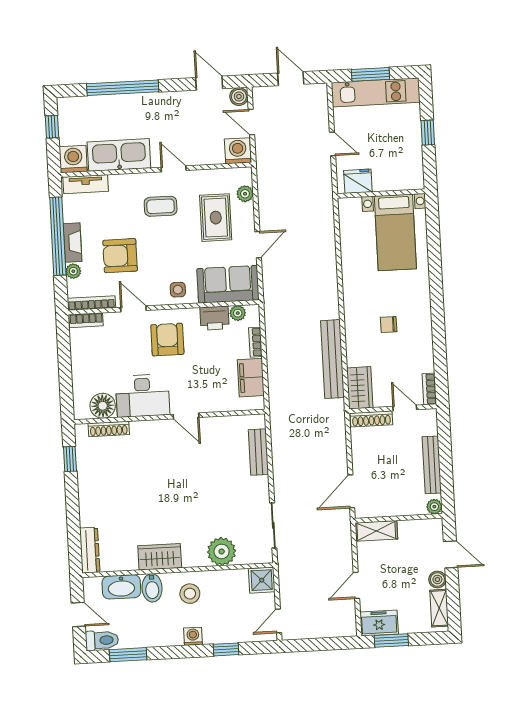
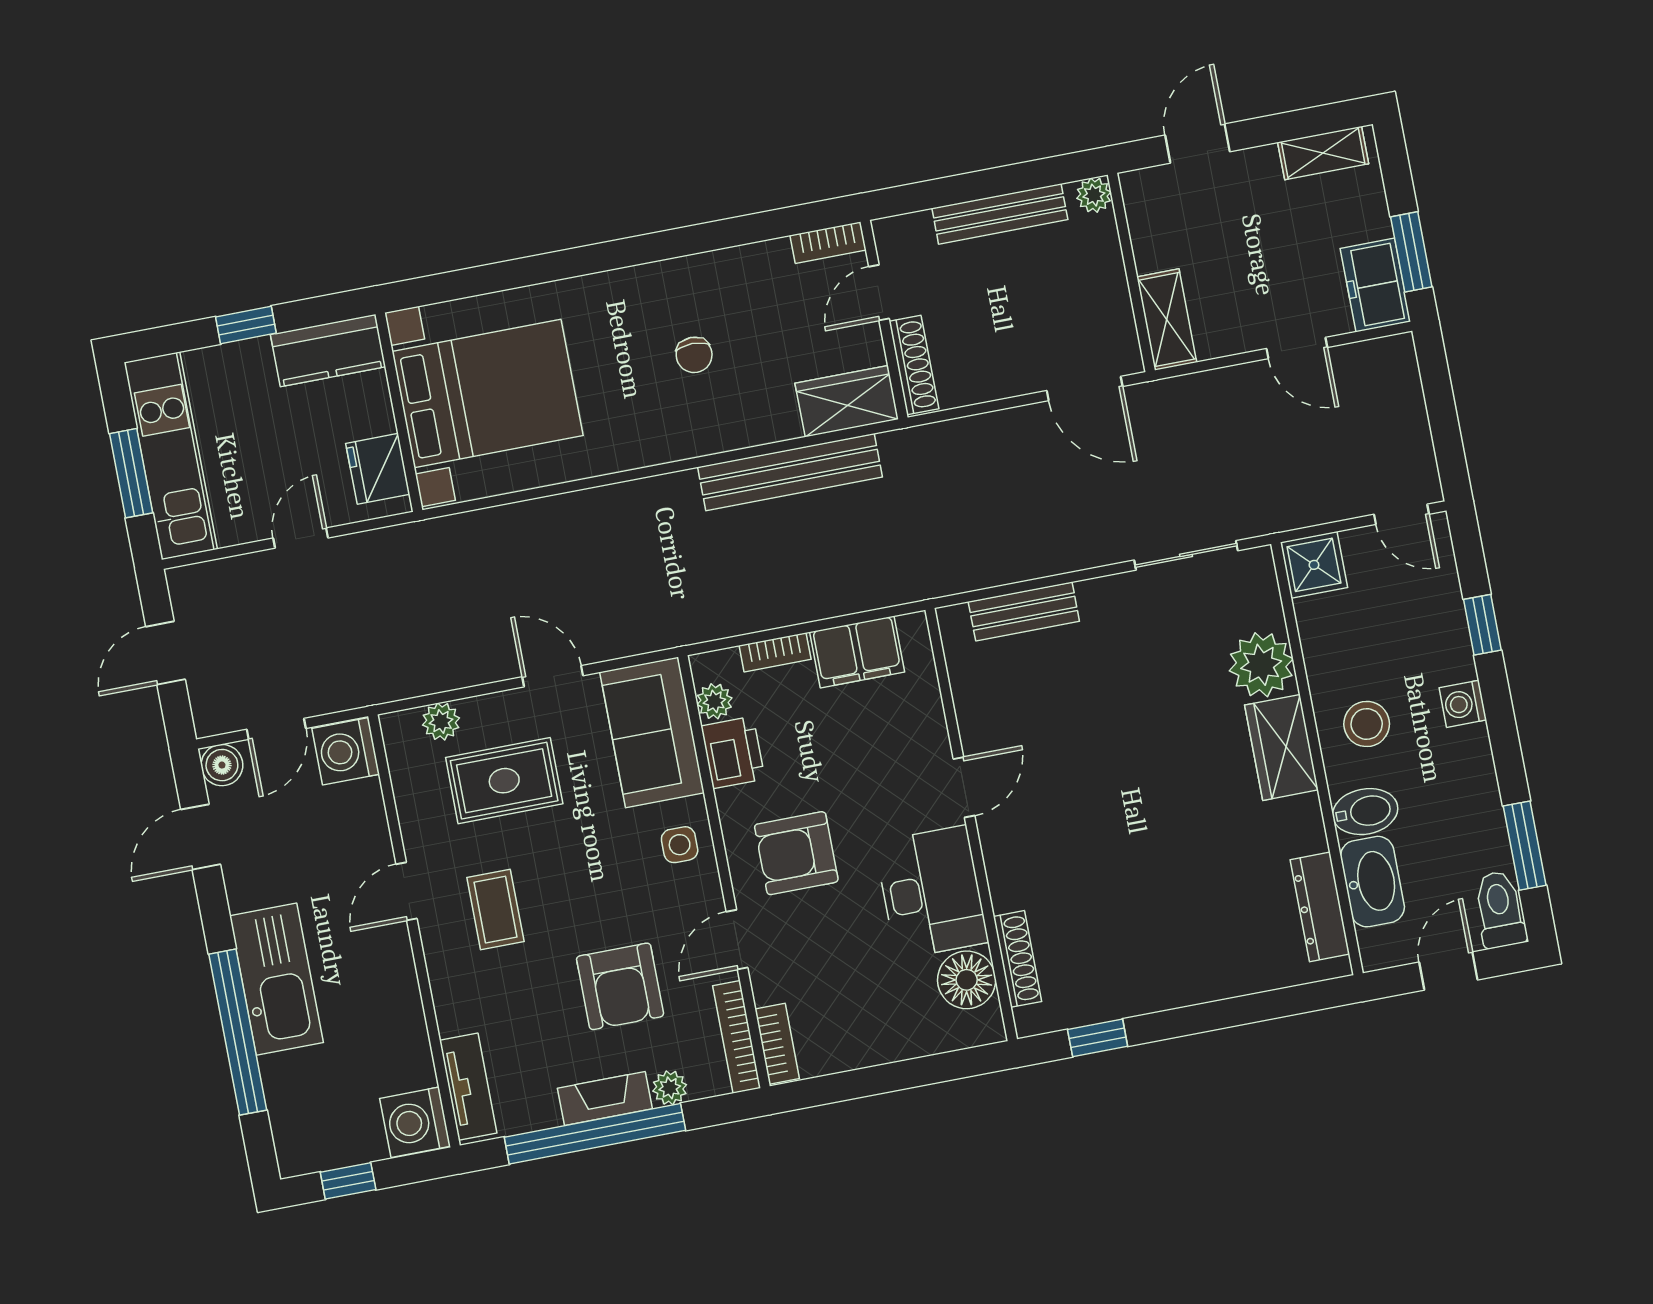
kitchen sink: (119, 155) -> (276, 979), moved, turned 180
kitchen counter: (412, 167) -> (328, 351), added
bed with nightstands: (395, 232) -> (488, 394), width x1.36
dresser: (90, 550) -> (1320, 907), moved, turned -90
wardrobe: (160, 557) -> (1282, 747), moved
boiler: (437, 580) -> (1259, 166), removed

